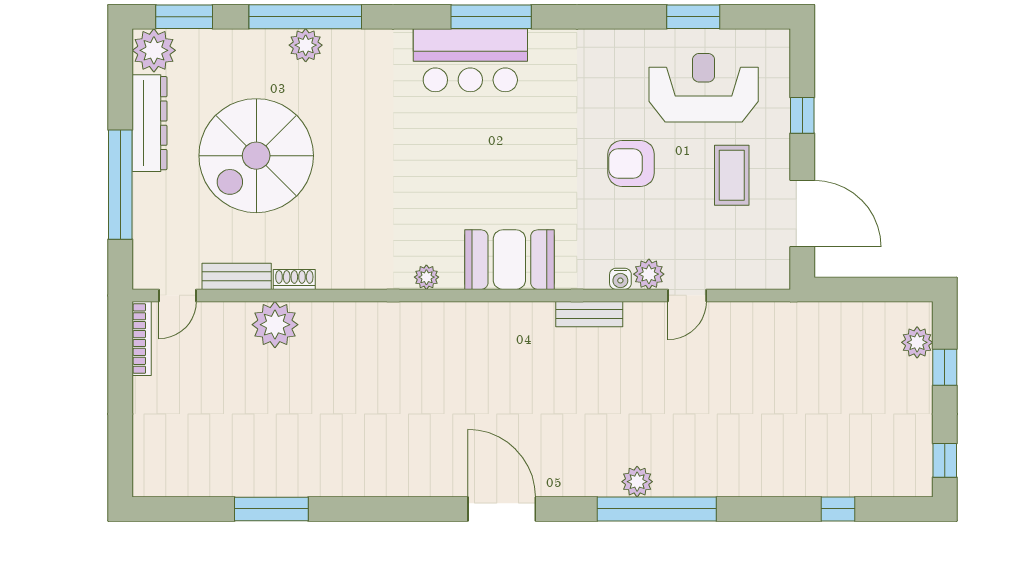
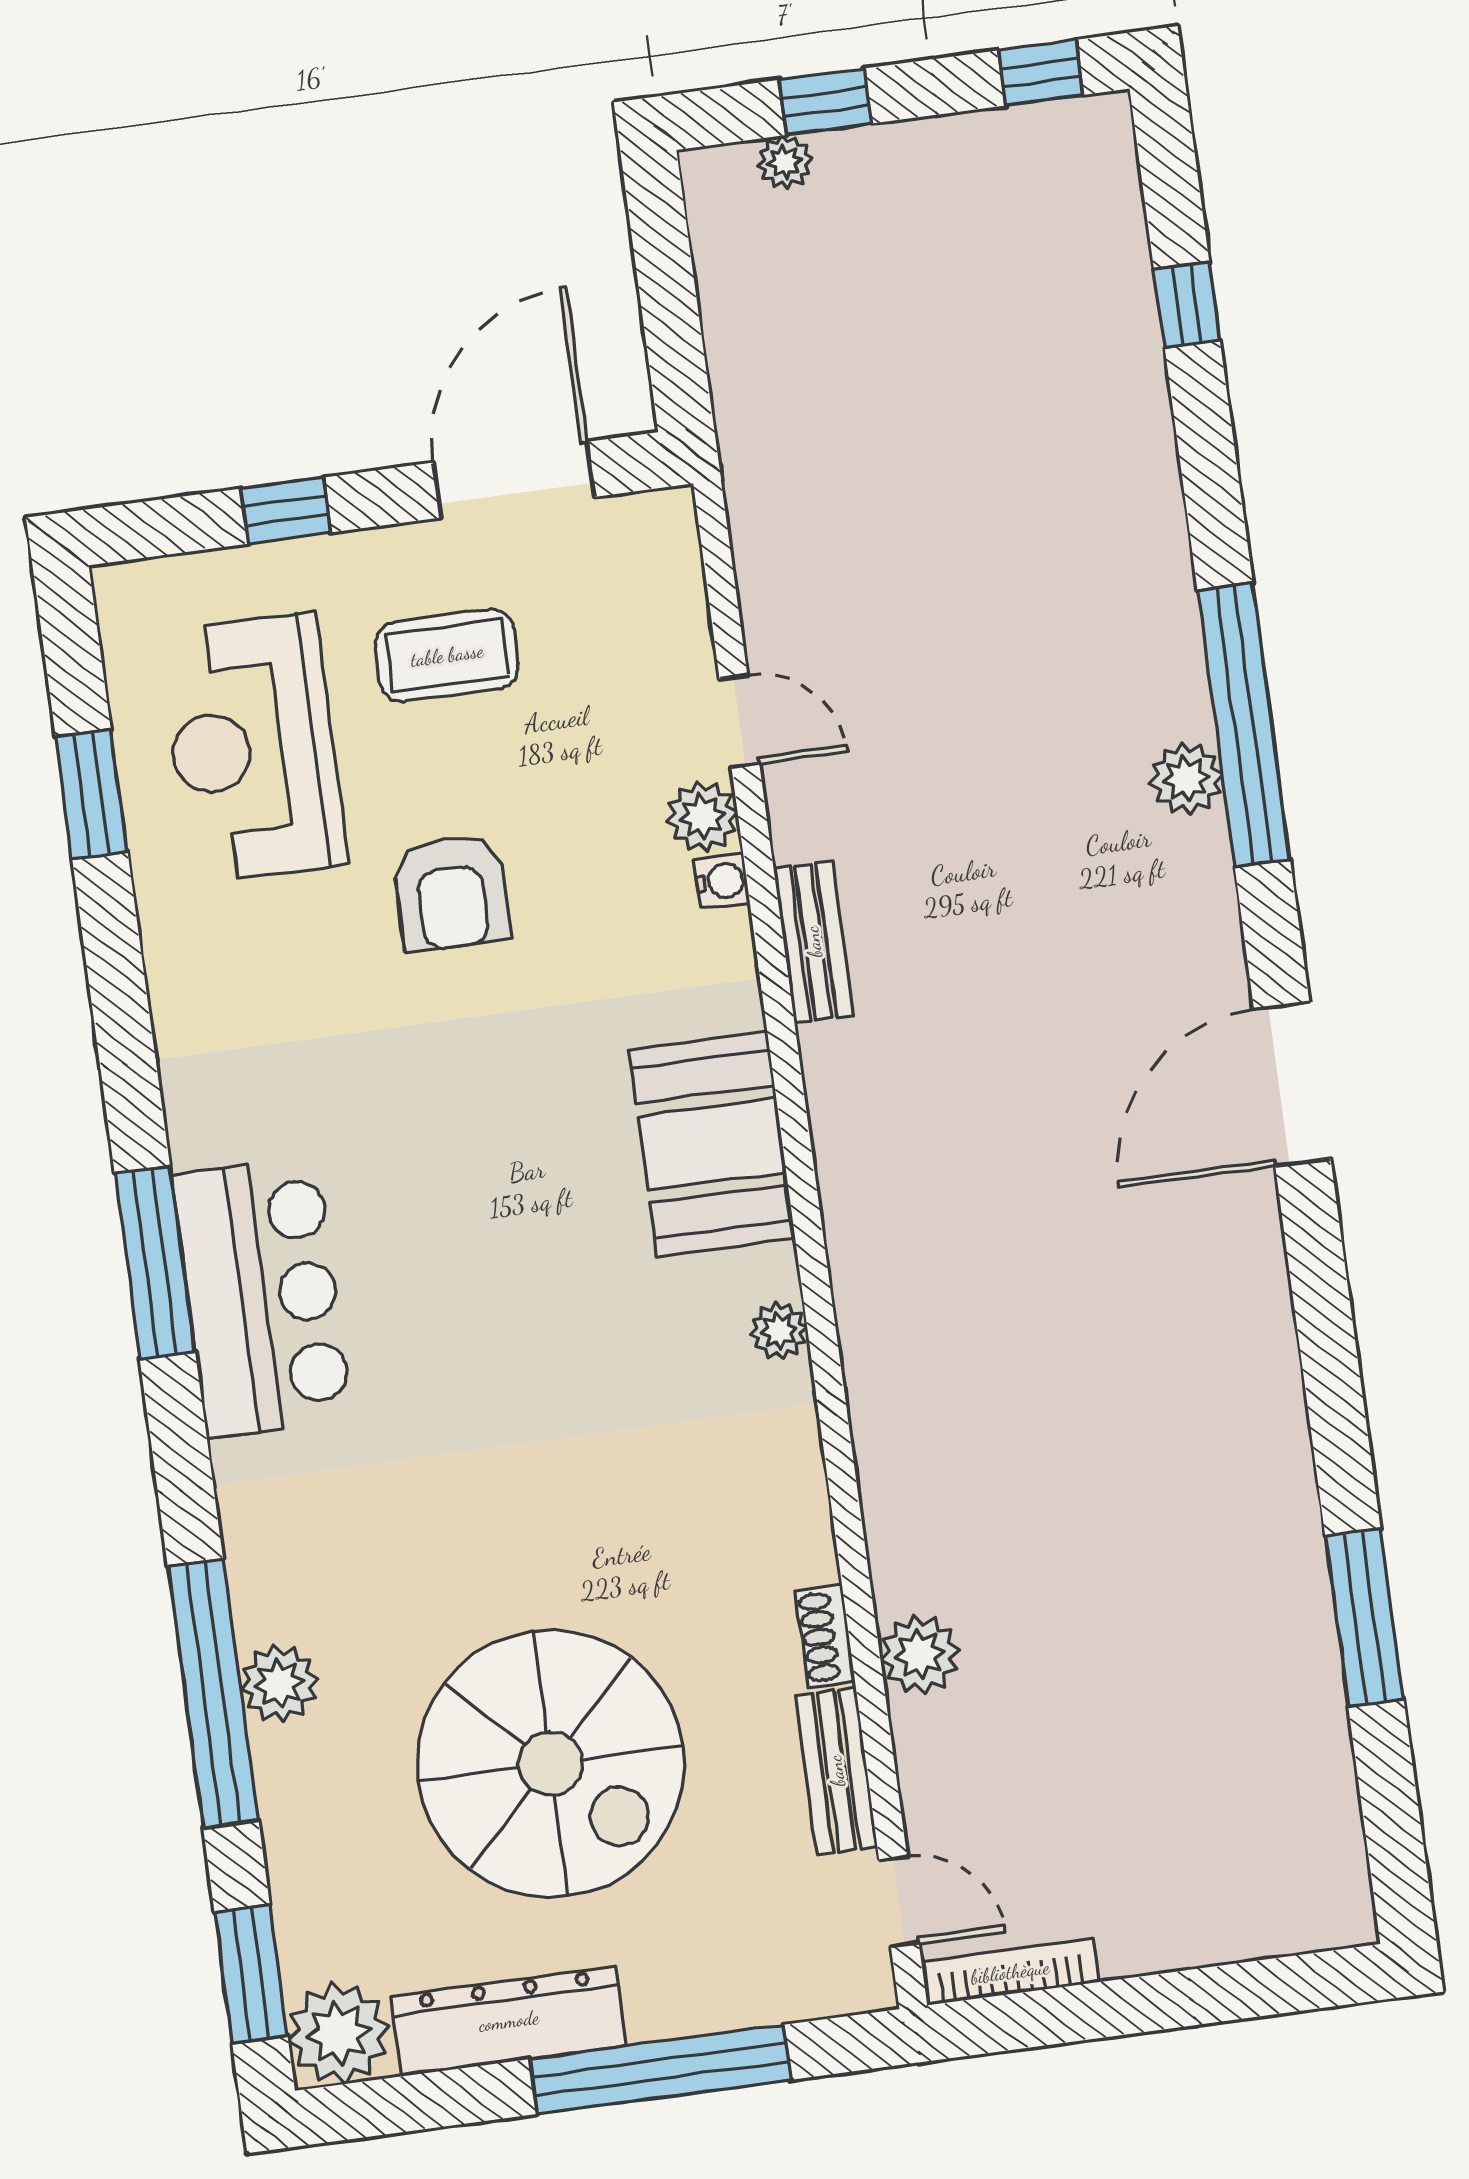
plant: (275, 325) -> (920, 1655), width x0.73, depth x0.73
plant: (917, 342) -> (785, 162), width x0.73, depth x0.73

